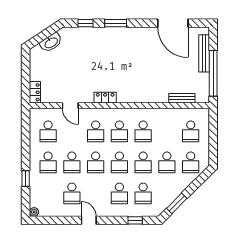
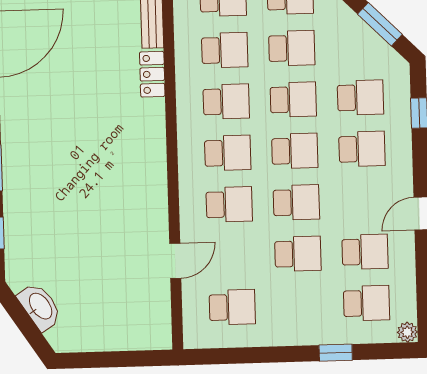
locker: (35, 92) -> (149, 338), removed
locker: (105, 98) -> (152, 74), moved
school desk: (167, 131) -> (225, 50), added
school desk: (48, 162) -> (367, 303), moved

